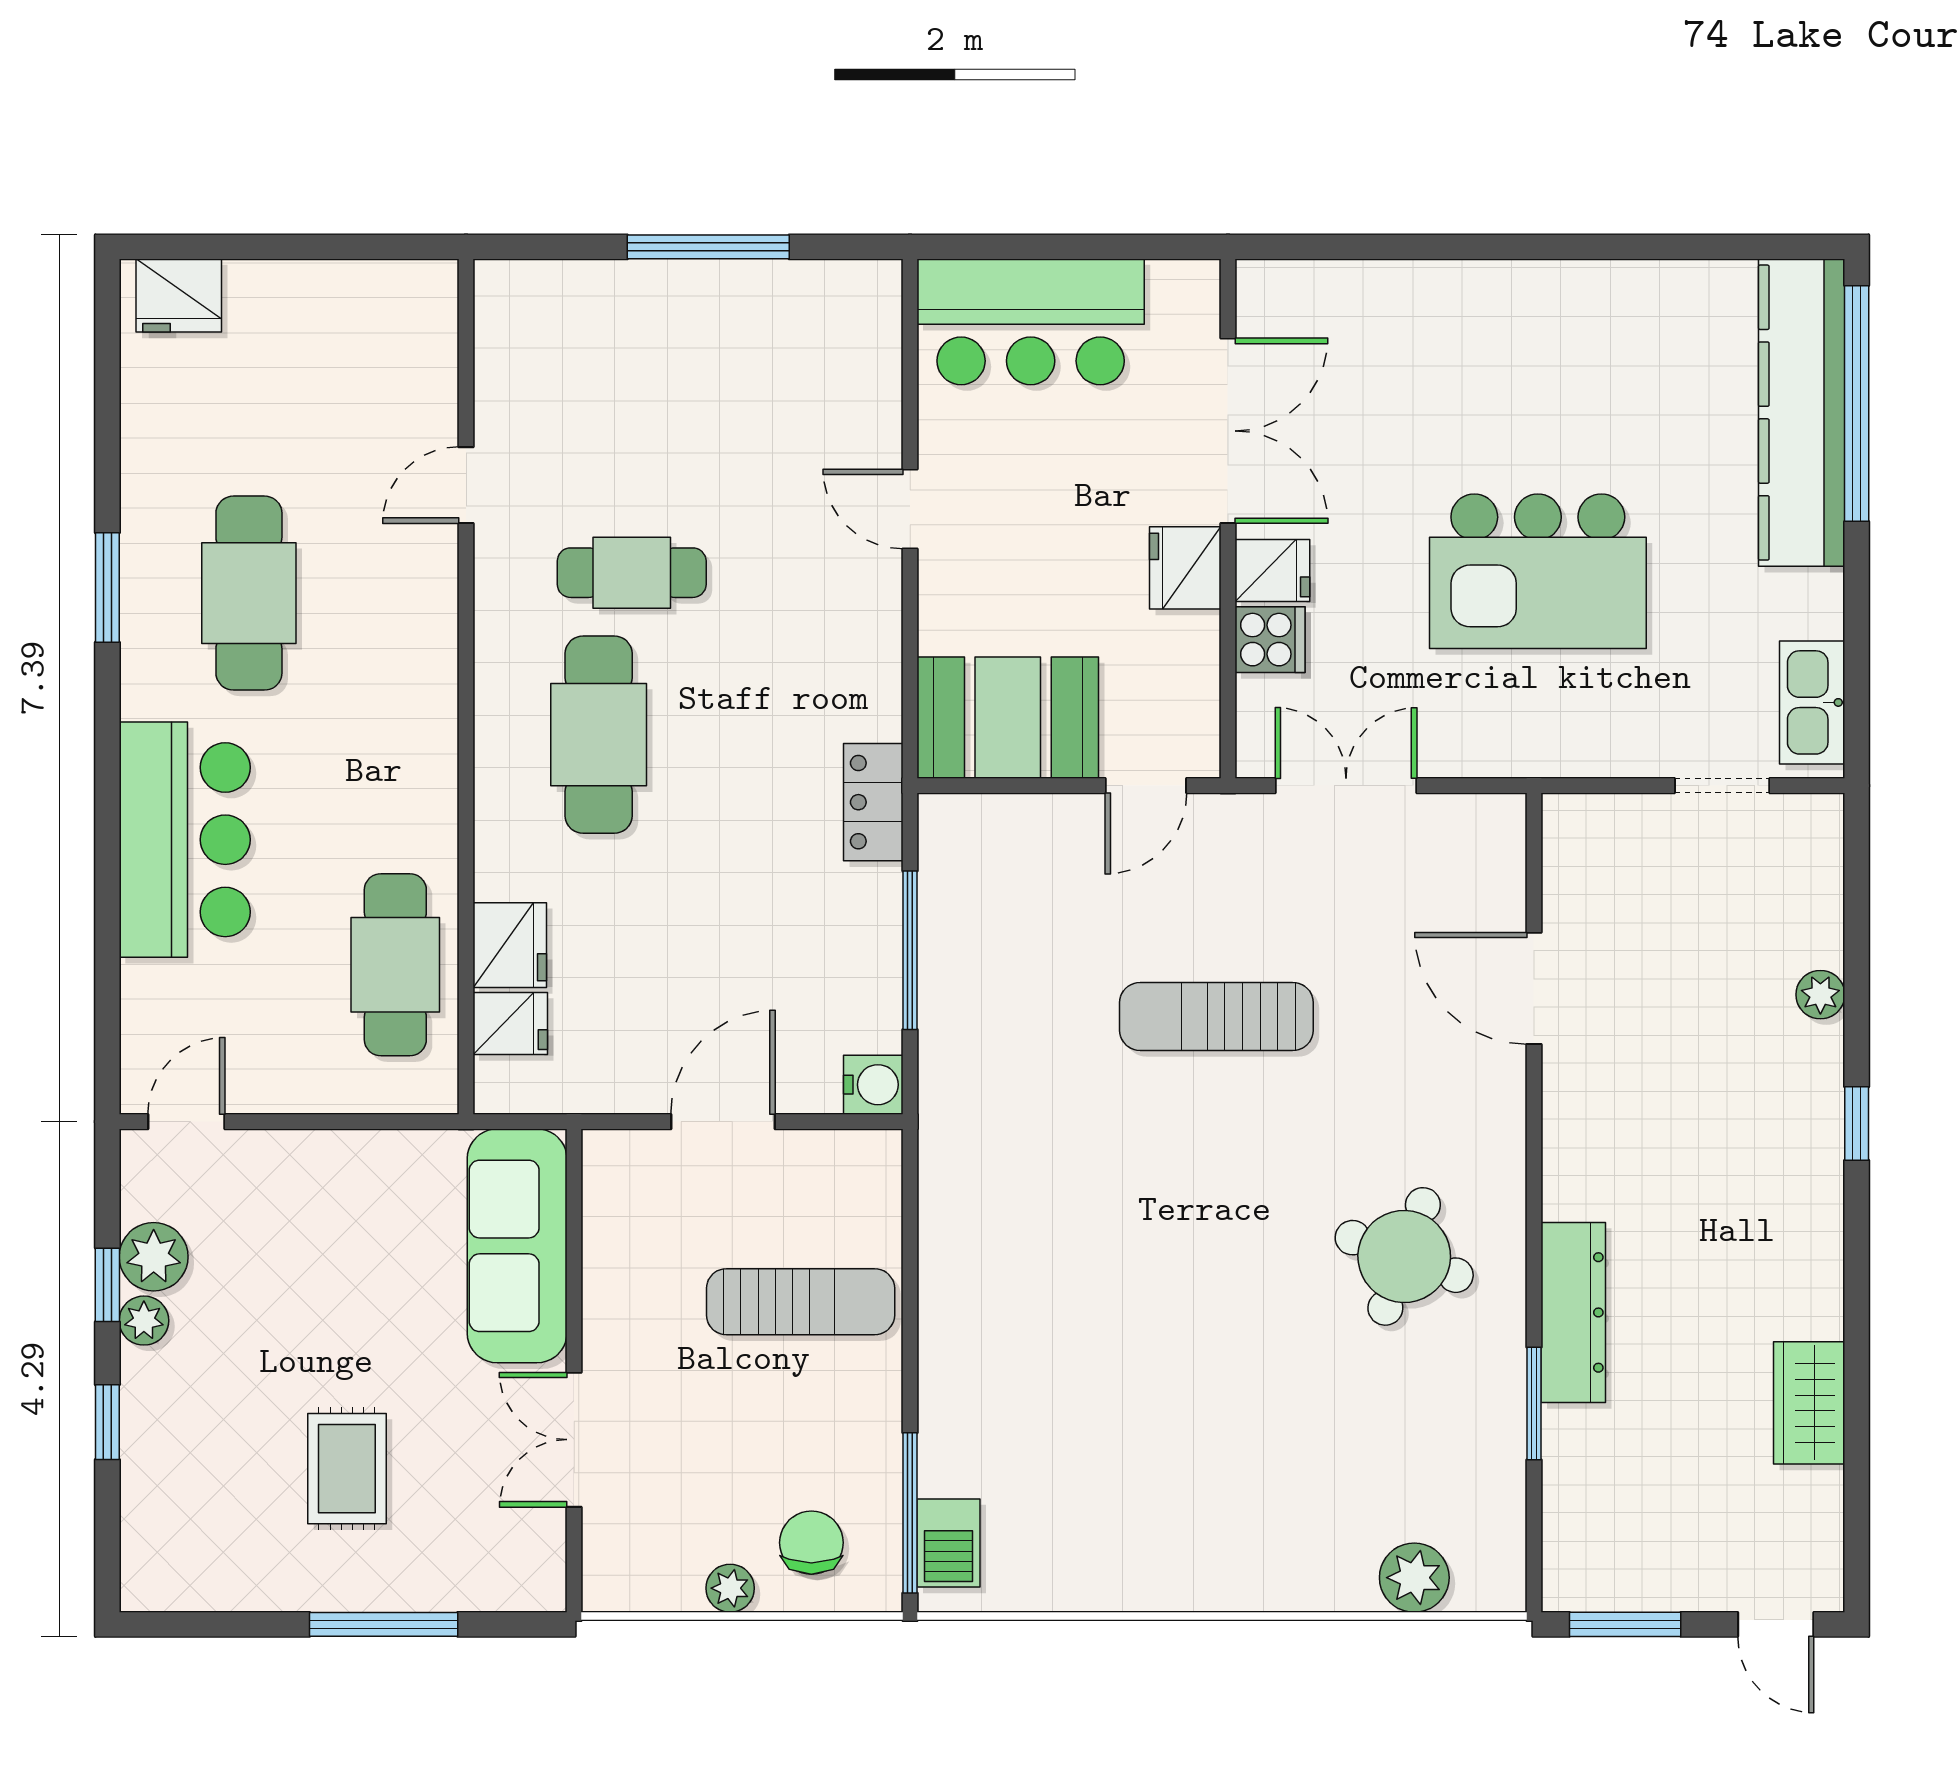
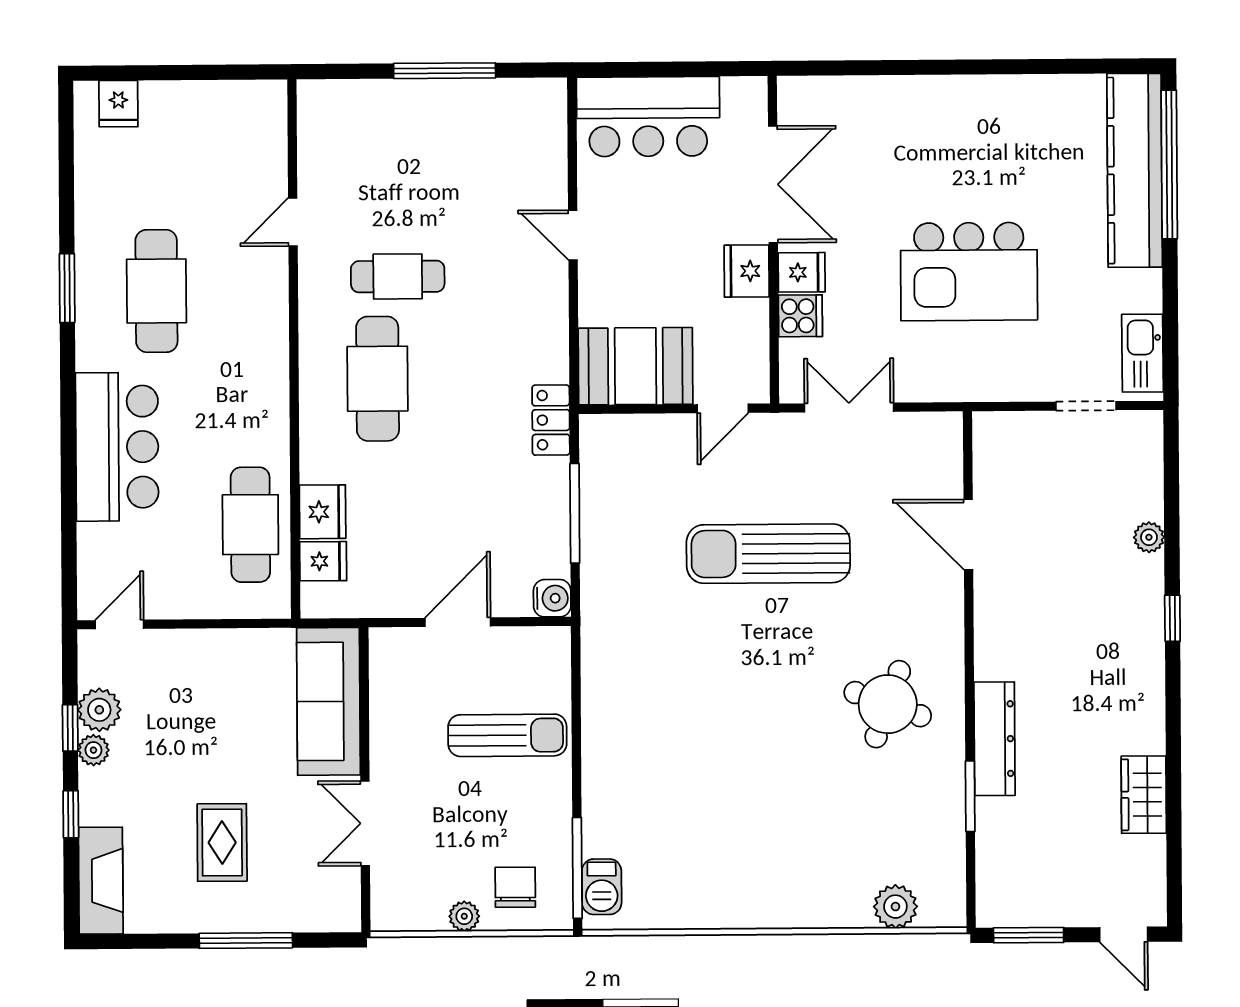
fridge: (179, 295) -> (118, 104), width x0.72
sun lounger: (1216, 1016) -> (768, 554), width x1.36, depth x1.34
fireplace: (154, 1528) -> (101, 881), added

